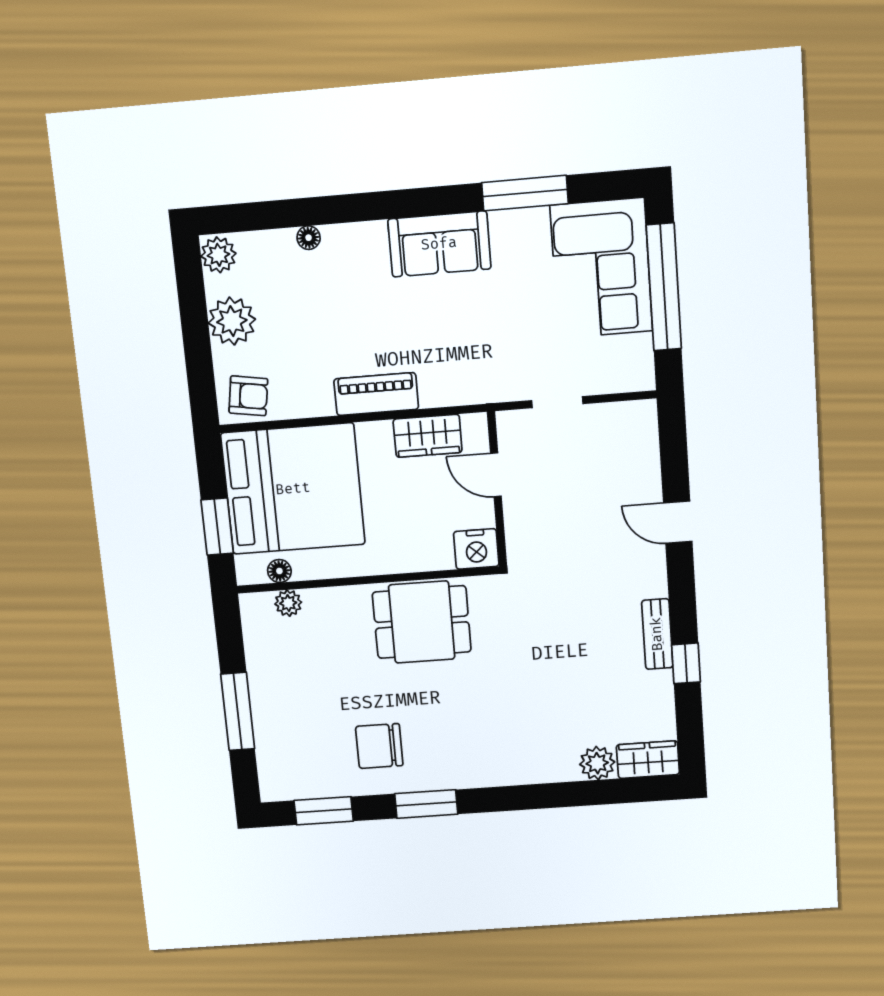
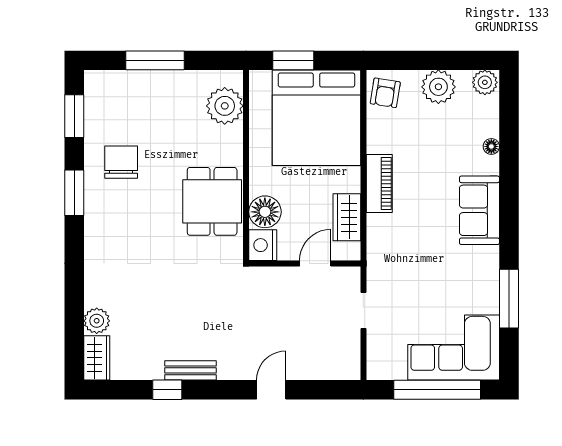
sofa: (439, 244) -> (479, 210), moved
floor lamp: (279, 571) -> (265, 212), moved, width x1.89, depth x1.89
plant: (288, 603) -> (225, 106), width x1.87, depth x1.87

